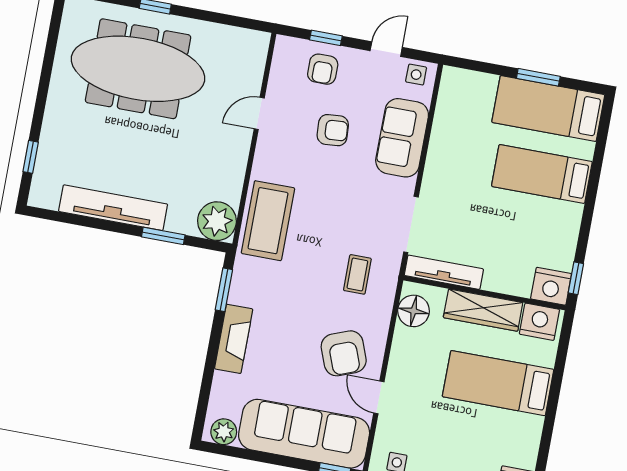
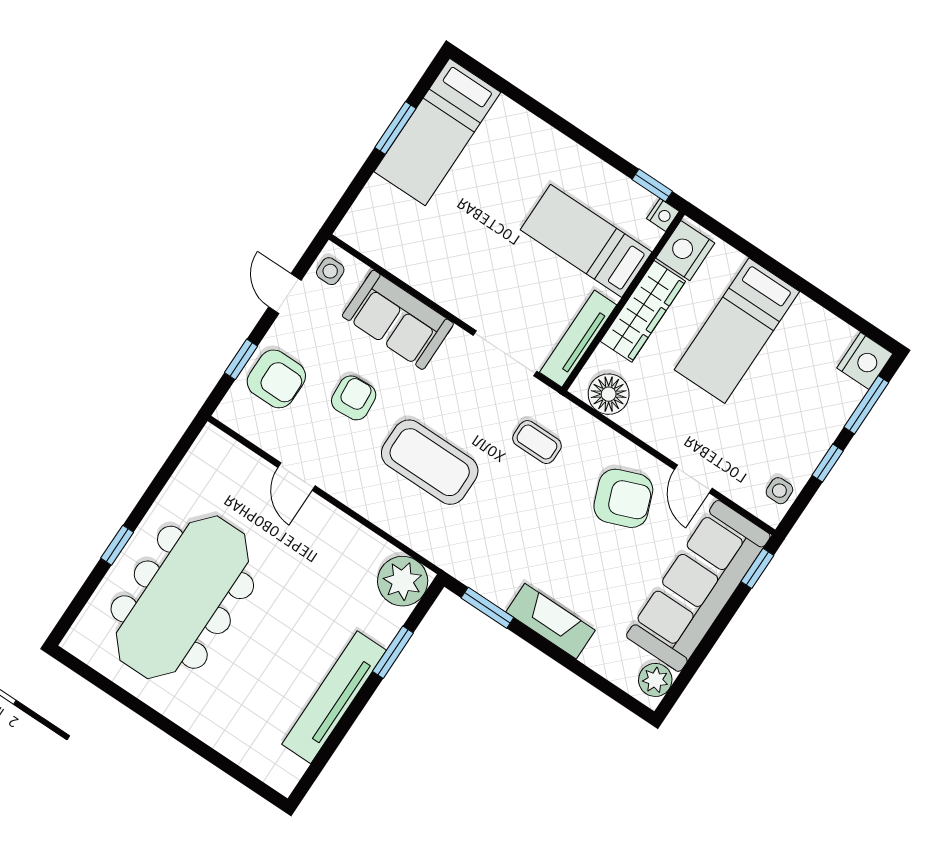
armchair: (323, 69) -> (276, 379), width x1.38, depth x1.38
window: (31, 157) -> (232, 769), removed
bed: (542, 174) -> (586, 241), moved, turned 90
coffee table: (268, 221) -> (430, 462), moved
nightstand: (551, 286) -> (663, 215), width x0.53, depth x0.56
door: (379, 397) -> (693, 479), hinge flipped

